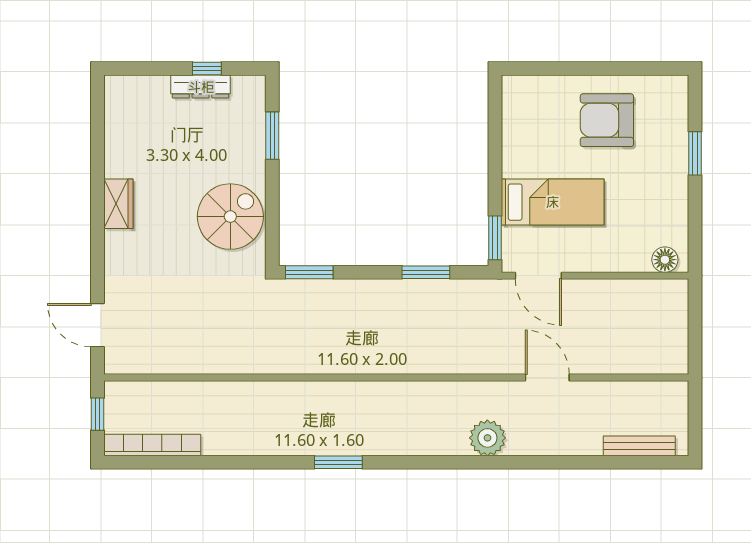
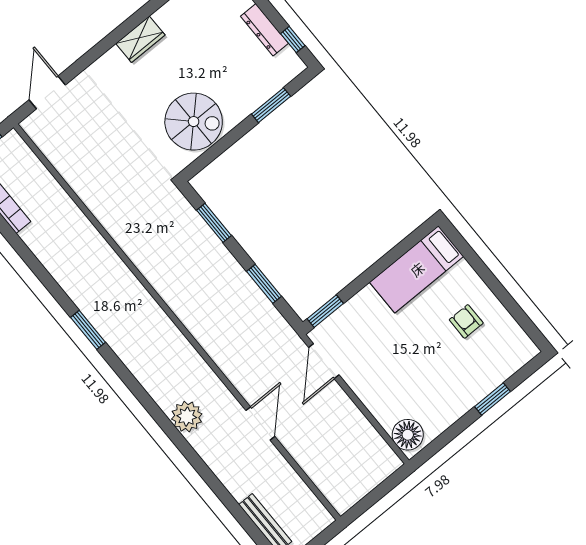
window: (207, 69) -> (293, 40), moved
armchair: (607, 120) -> (466, 321), width x0.53, depth x0.53
bed: (553, 202) -> (417, 269), moved, turned 90
floor lamp: (665, 260) -> (408, 435), width x1.38, depth x1.38
window: (309, 272) -> (214, 223), moved

